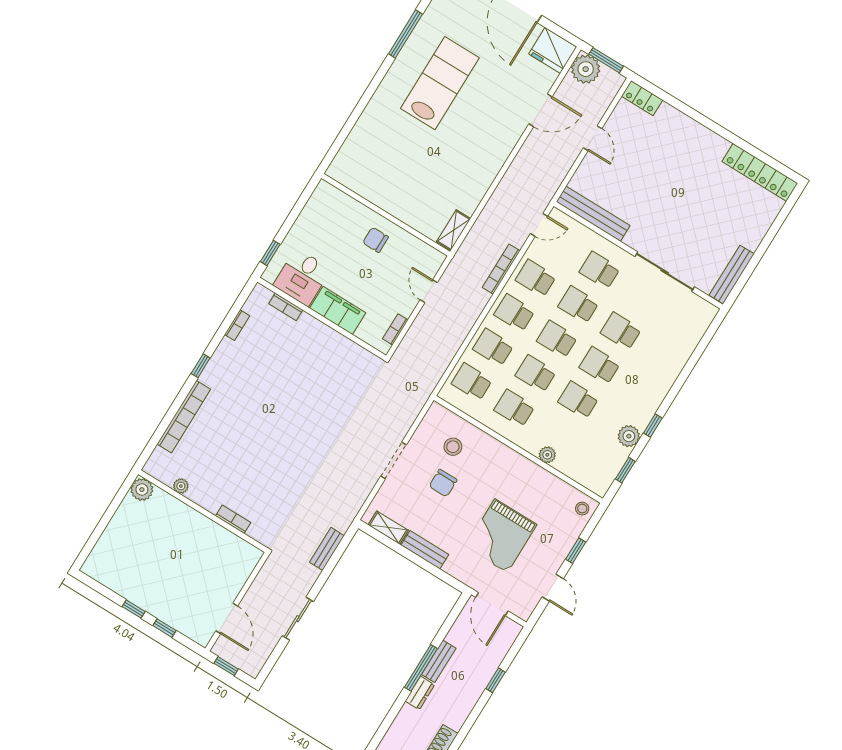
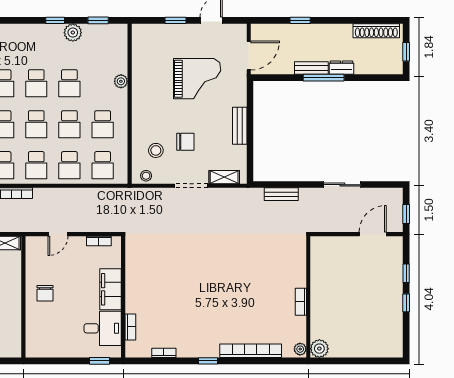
plant: (181, 486) -> (300, 349), moved
stool: (582, 509) -> (146, 176), moved
bookcase: (233, 519) -> (301, 302), moved
shelving: (388, 528) -> (224, 177), moved, turned 90

